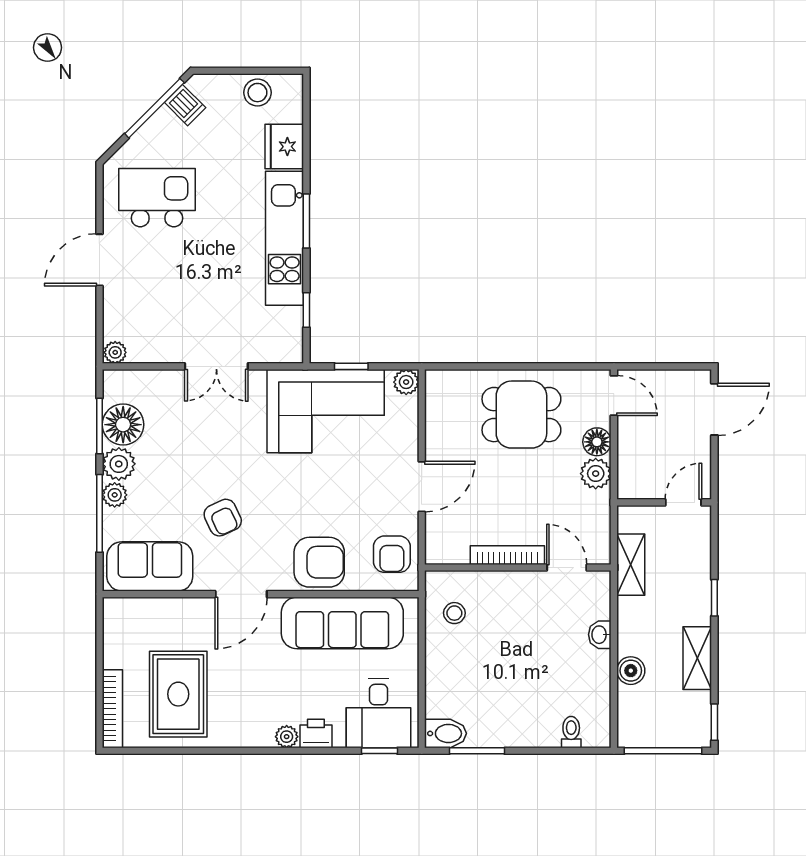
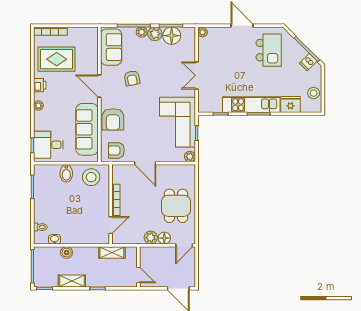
armchair: (223, 518) -> (132, 78), turned -76
stool: (454, 613) -> (91, 177), width x1.89, depth x1.89
washbasin: (600, 635) -> (55, 239), moved
printer: (316, 733) -> (40, 85), moved
bidet: (445, 733) -> (66, 173), moved

